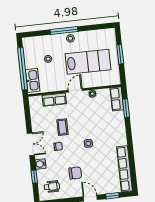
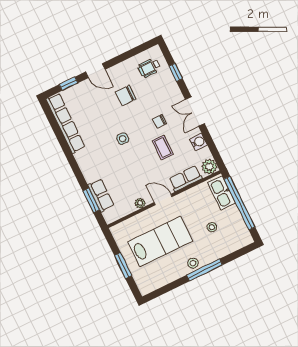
lab bench: (88, 62) -> (160, 242), turned 180
door: (75, 90) -> (163, 200), swing flipped
row of seats: (117, 99) -> (101, 195), moved
plant: (35, 102) -> (209, 167), added
water cooler: (41, 164) -> (198, 142), moved

